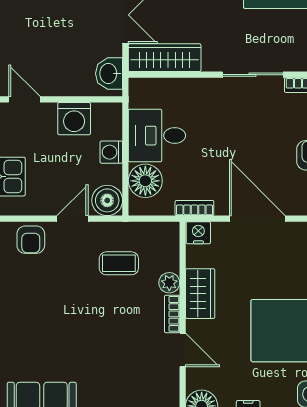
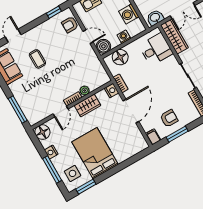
desk: (157, 136) -> (156, 49), moved, turned 90
coffee table: (119, 263) -> (37, 59), moved

